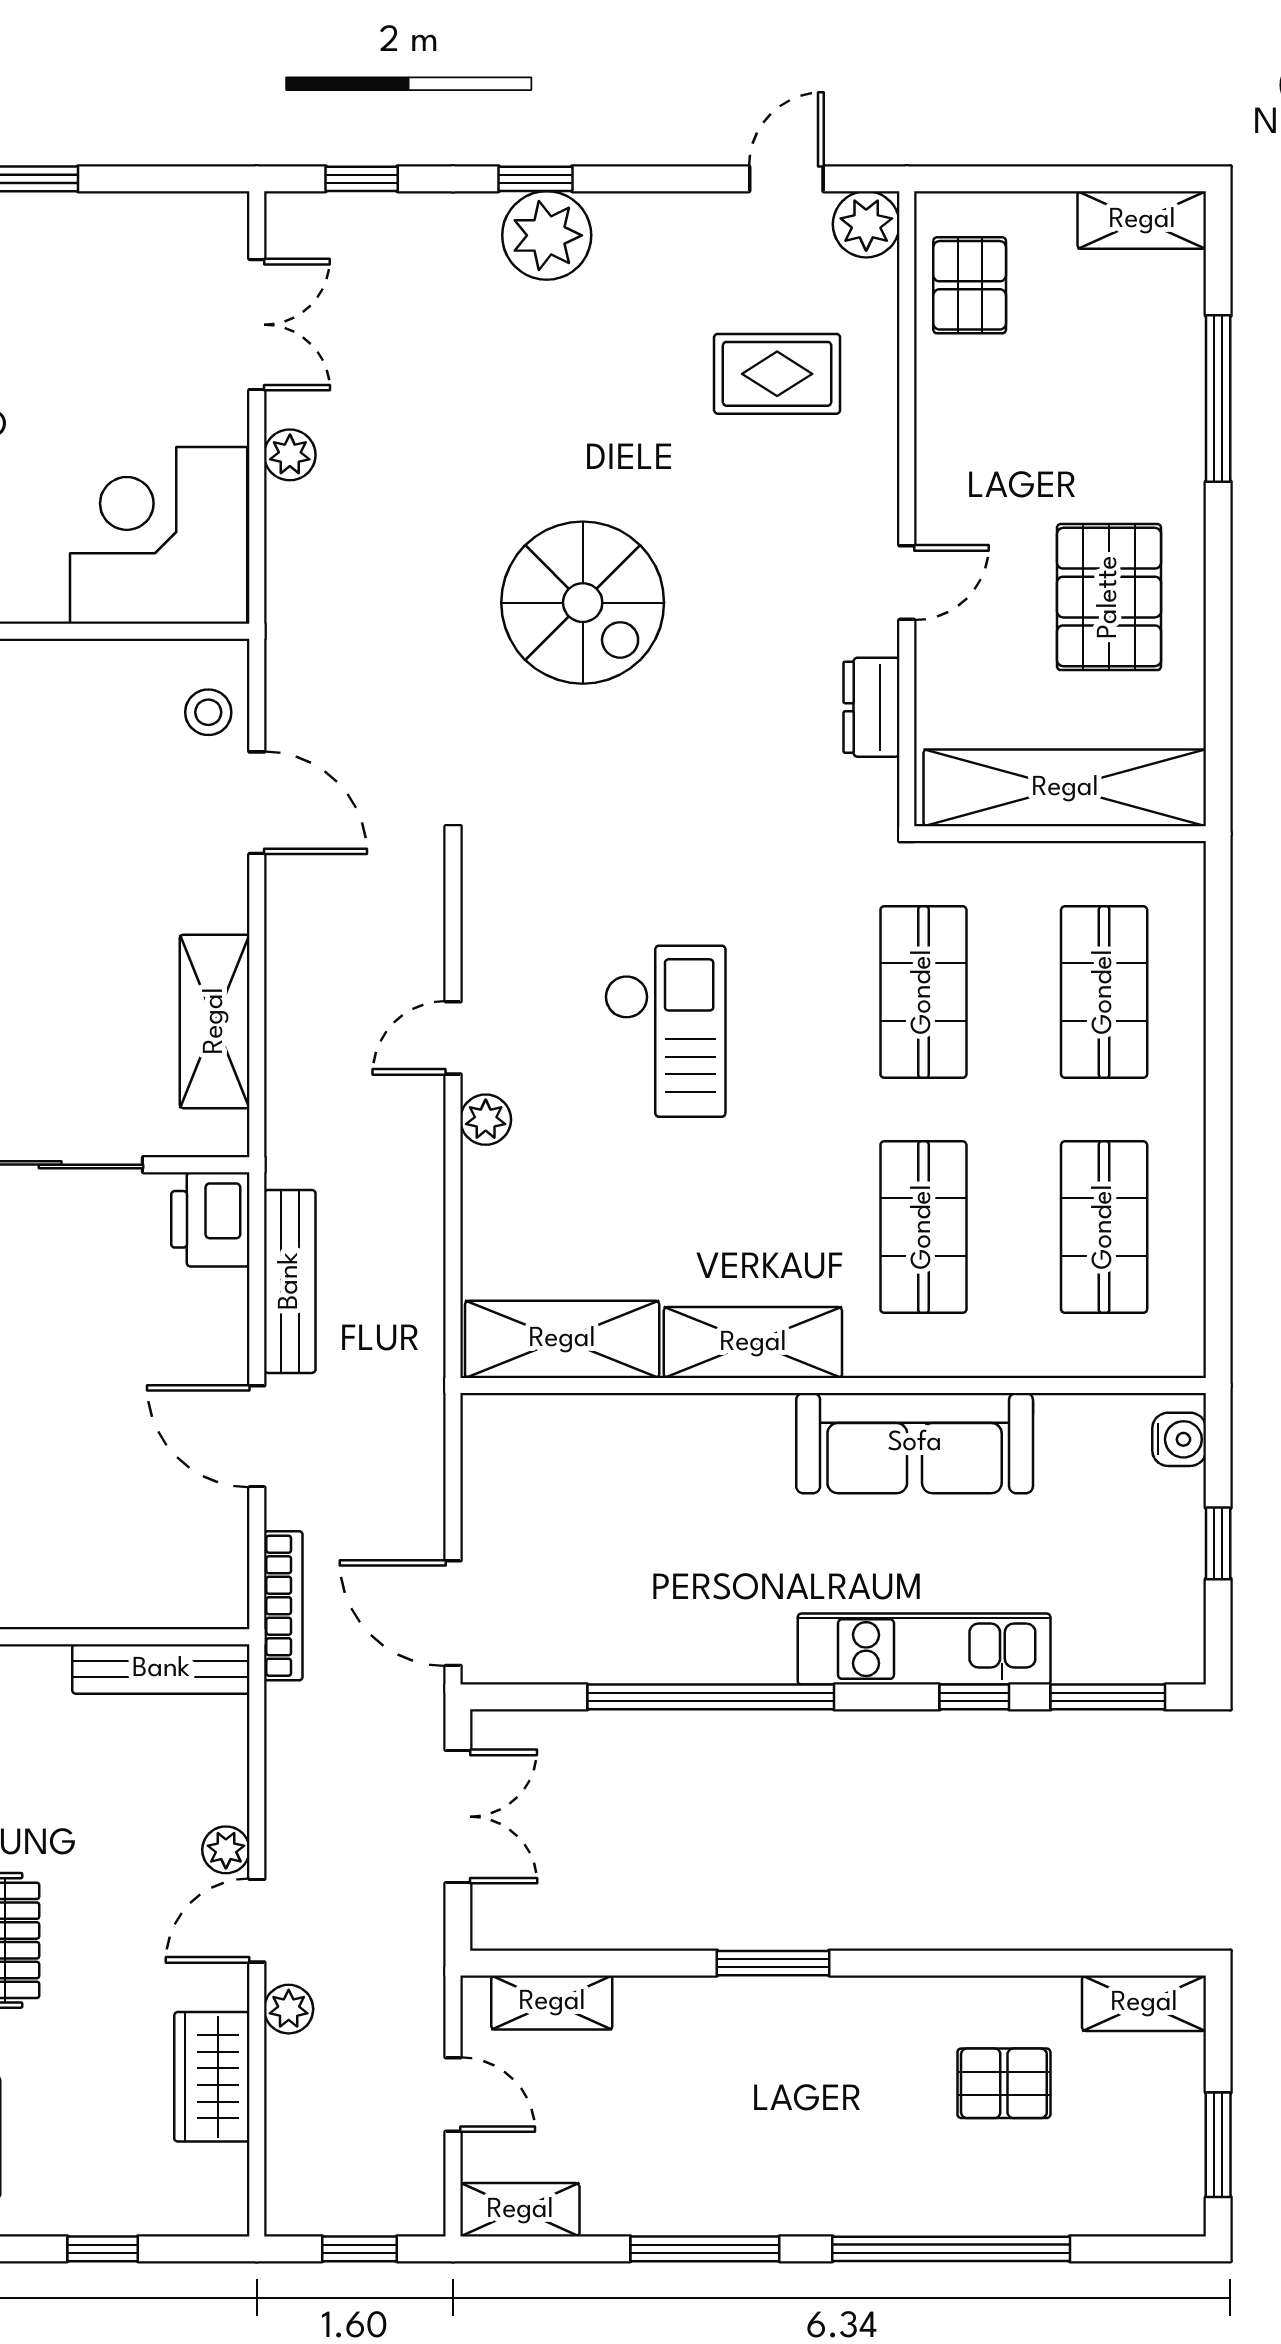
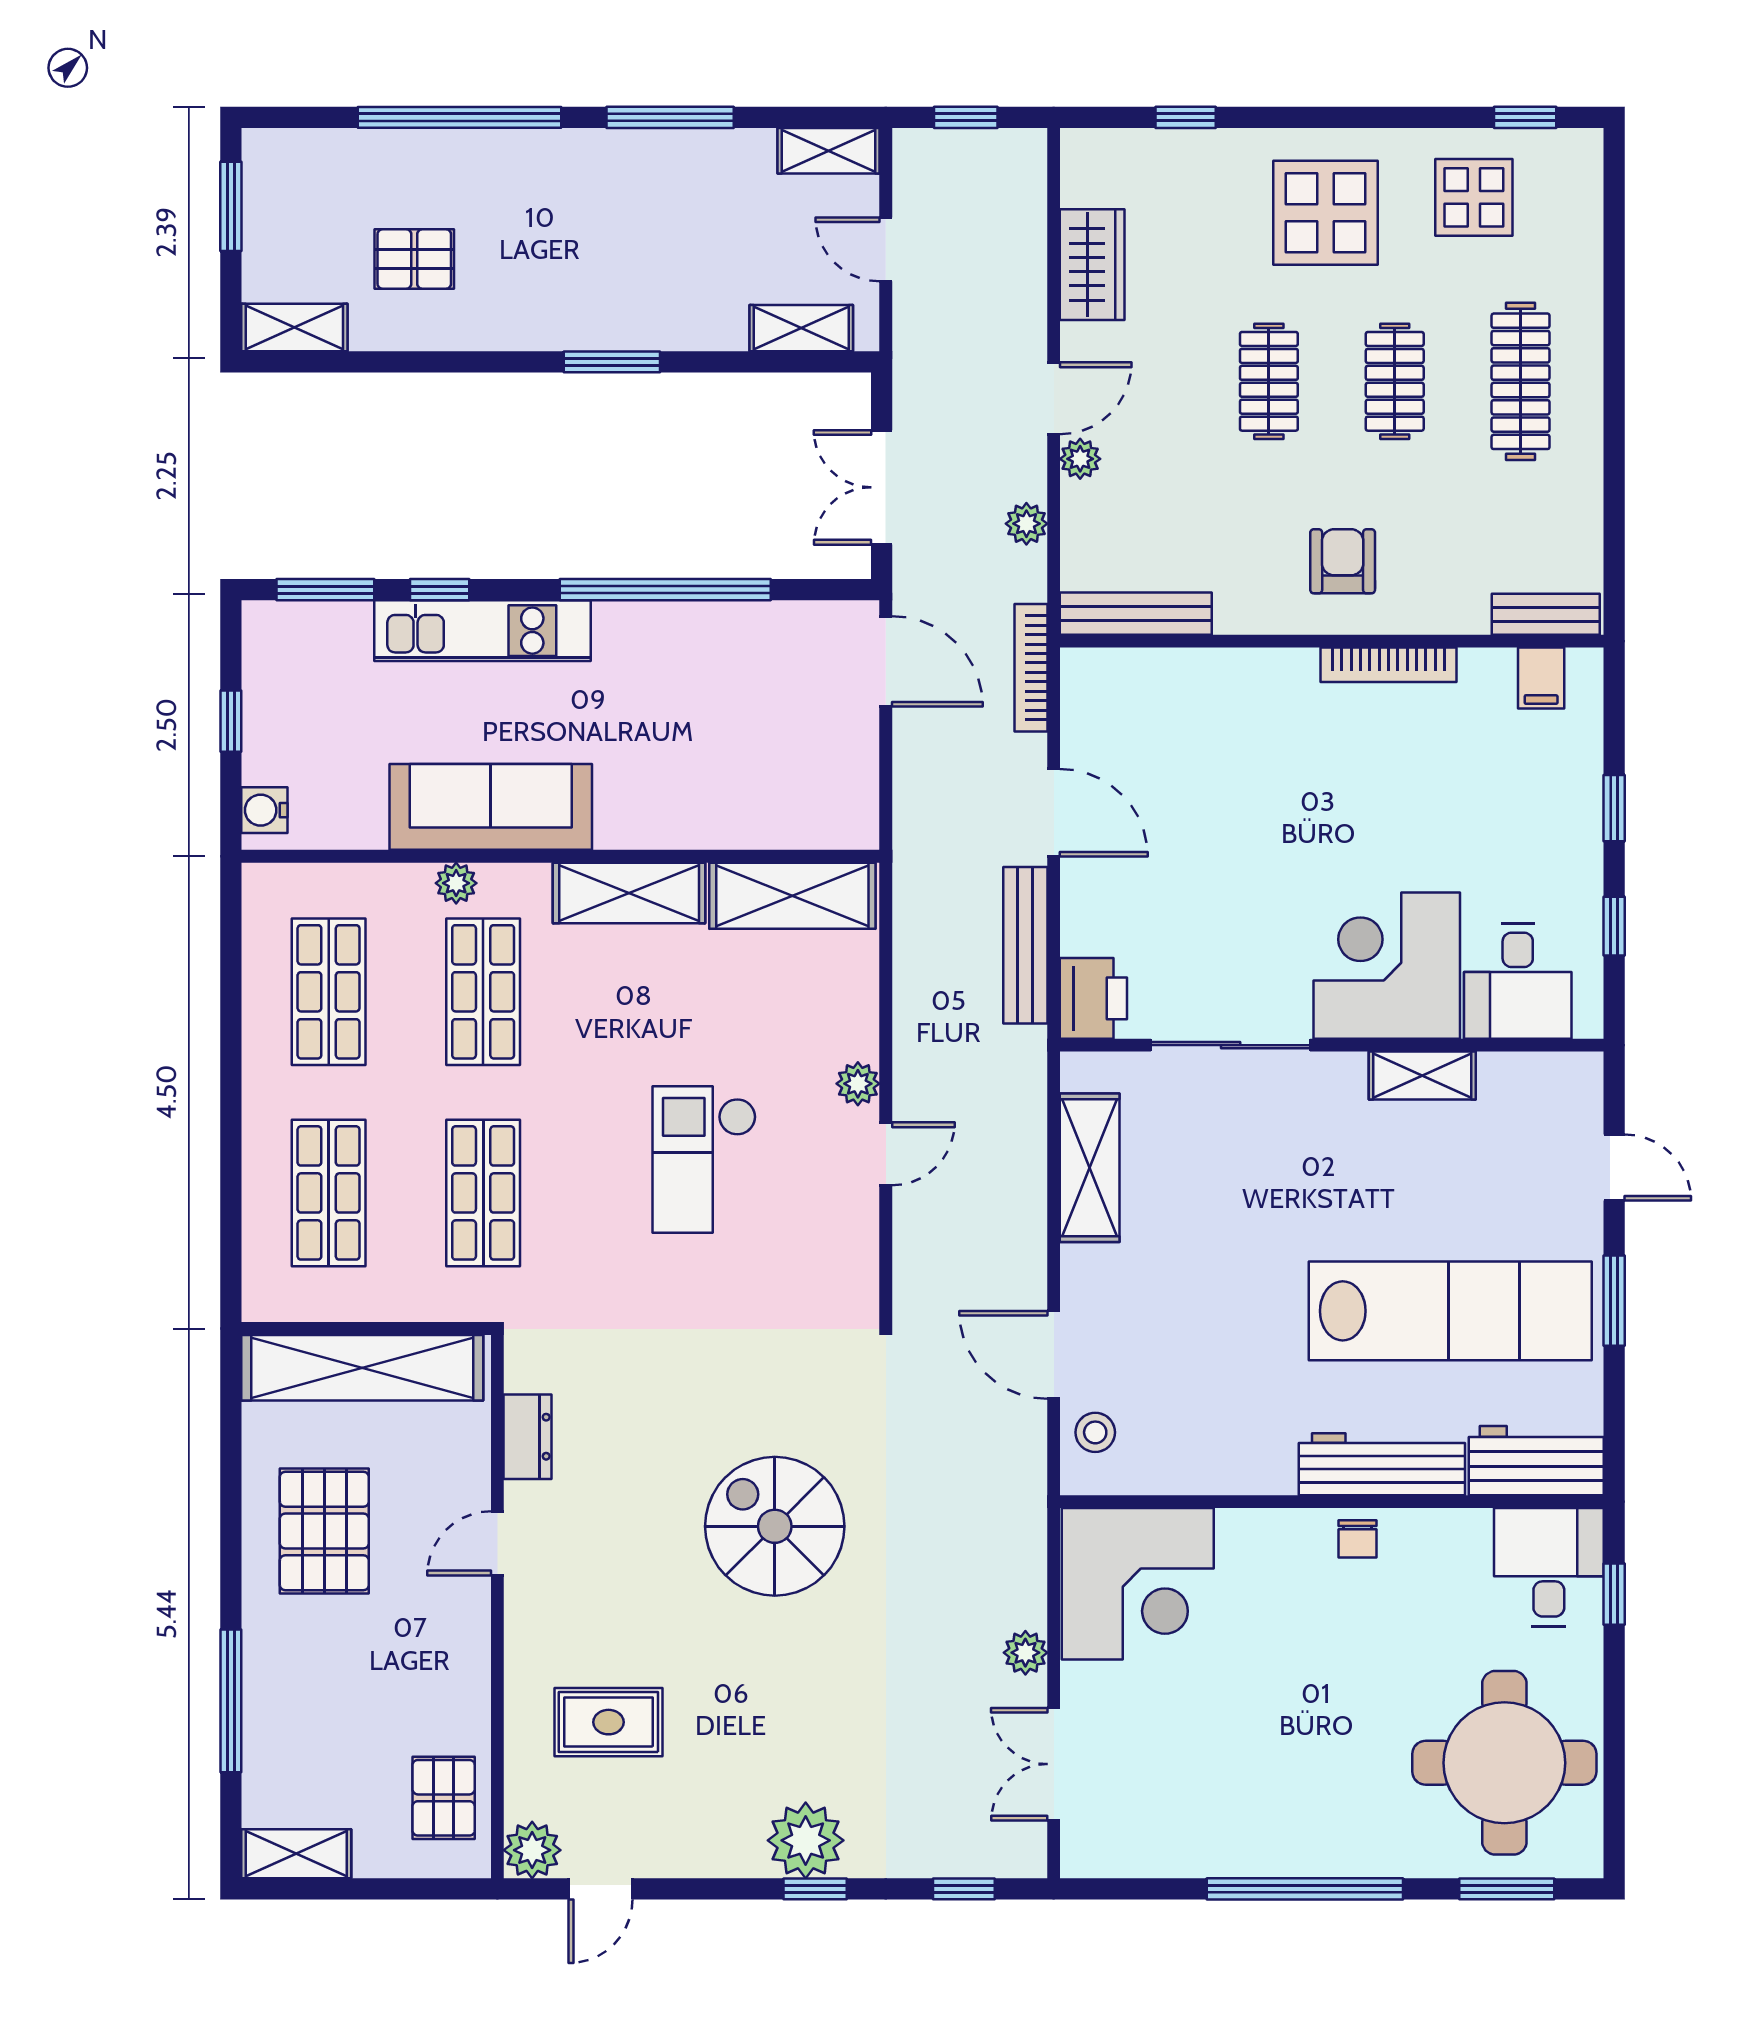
plant: (955, 1354) -> (456, 883), added
plant: (289, 2009) -> (1026, 524), moved

